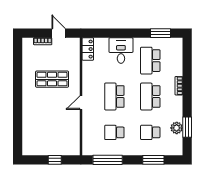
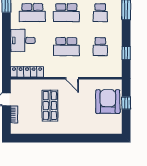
locker: (88, 49) -> (27, 72), width x1.53
armchair: (56, 140) -> (108, 102), added
window: (108, 160) -> (126, 53), width x0.46

